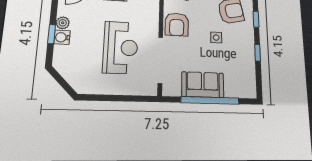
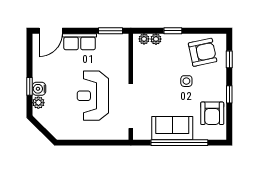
plant: (63, 23) -> (38, 103), moved
armchair: (177, 24) -> (212, 113), moved
reception desk: (121, 48) -> (93, 96), turned 180

